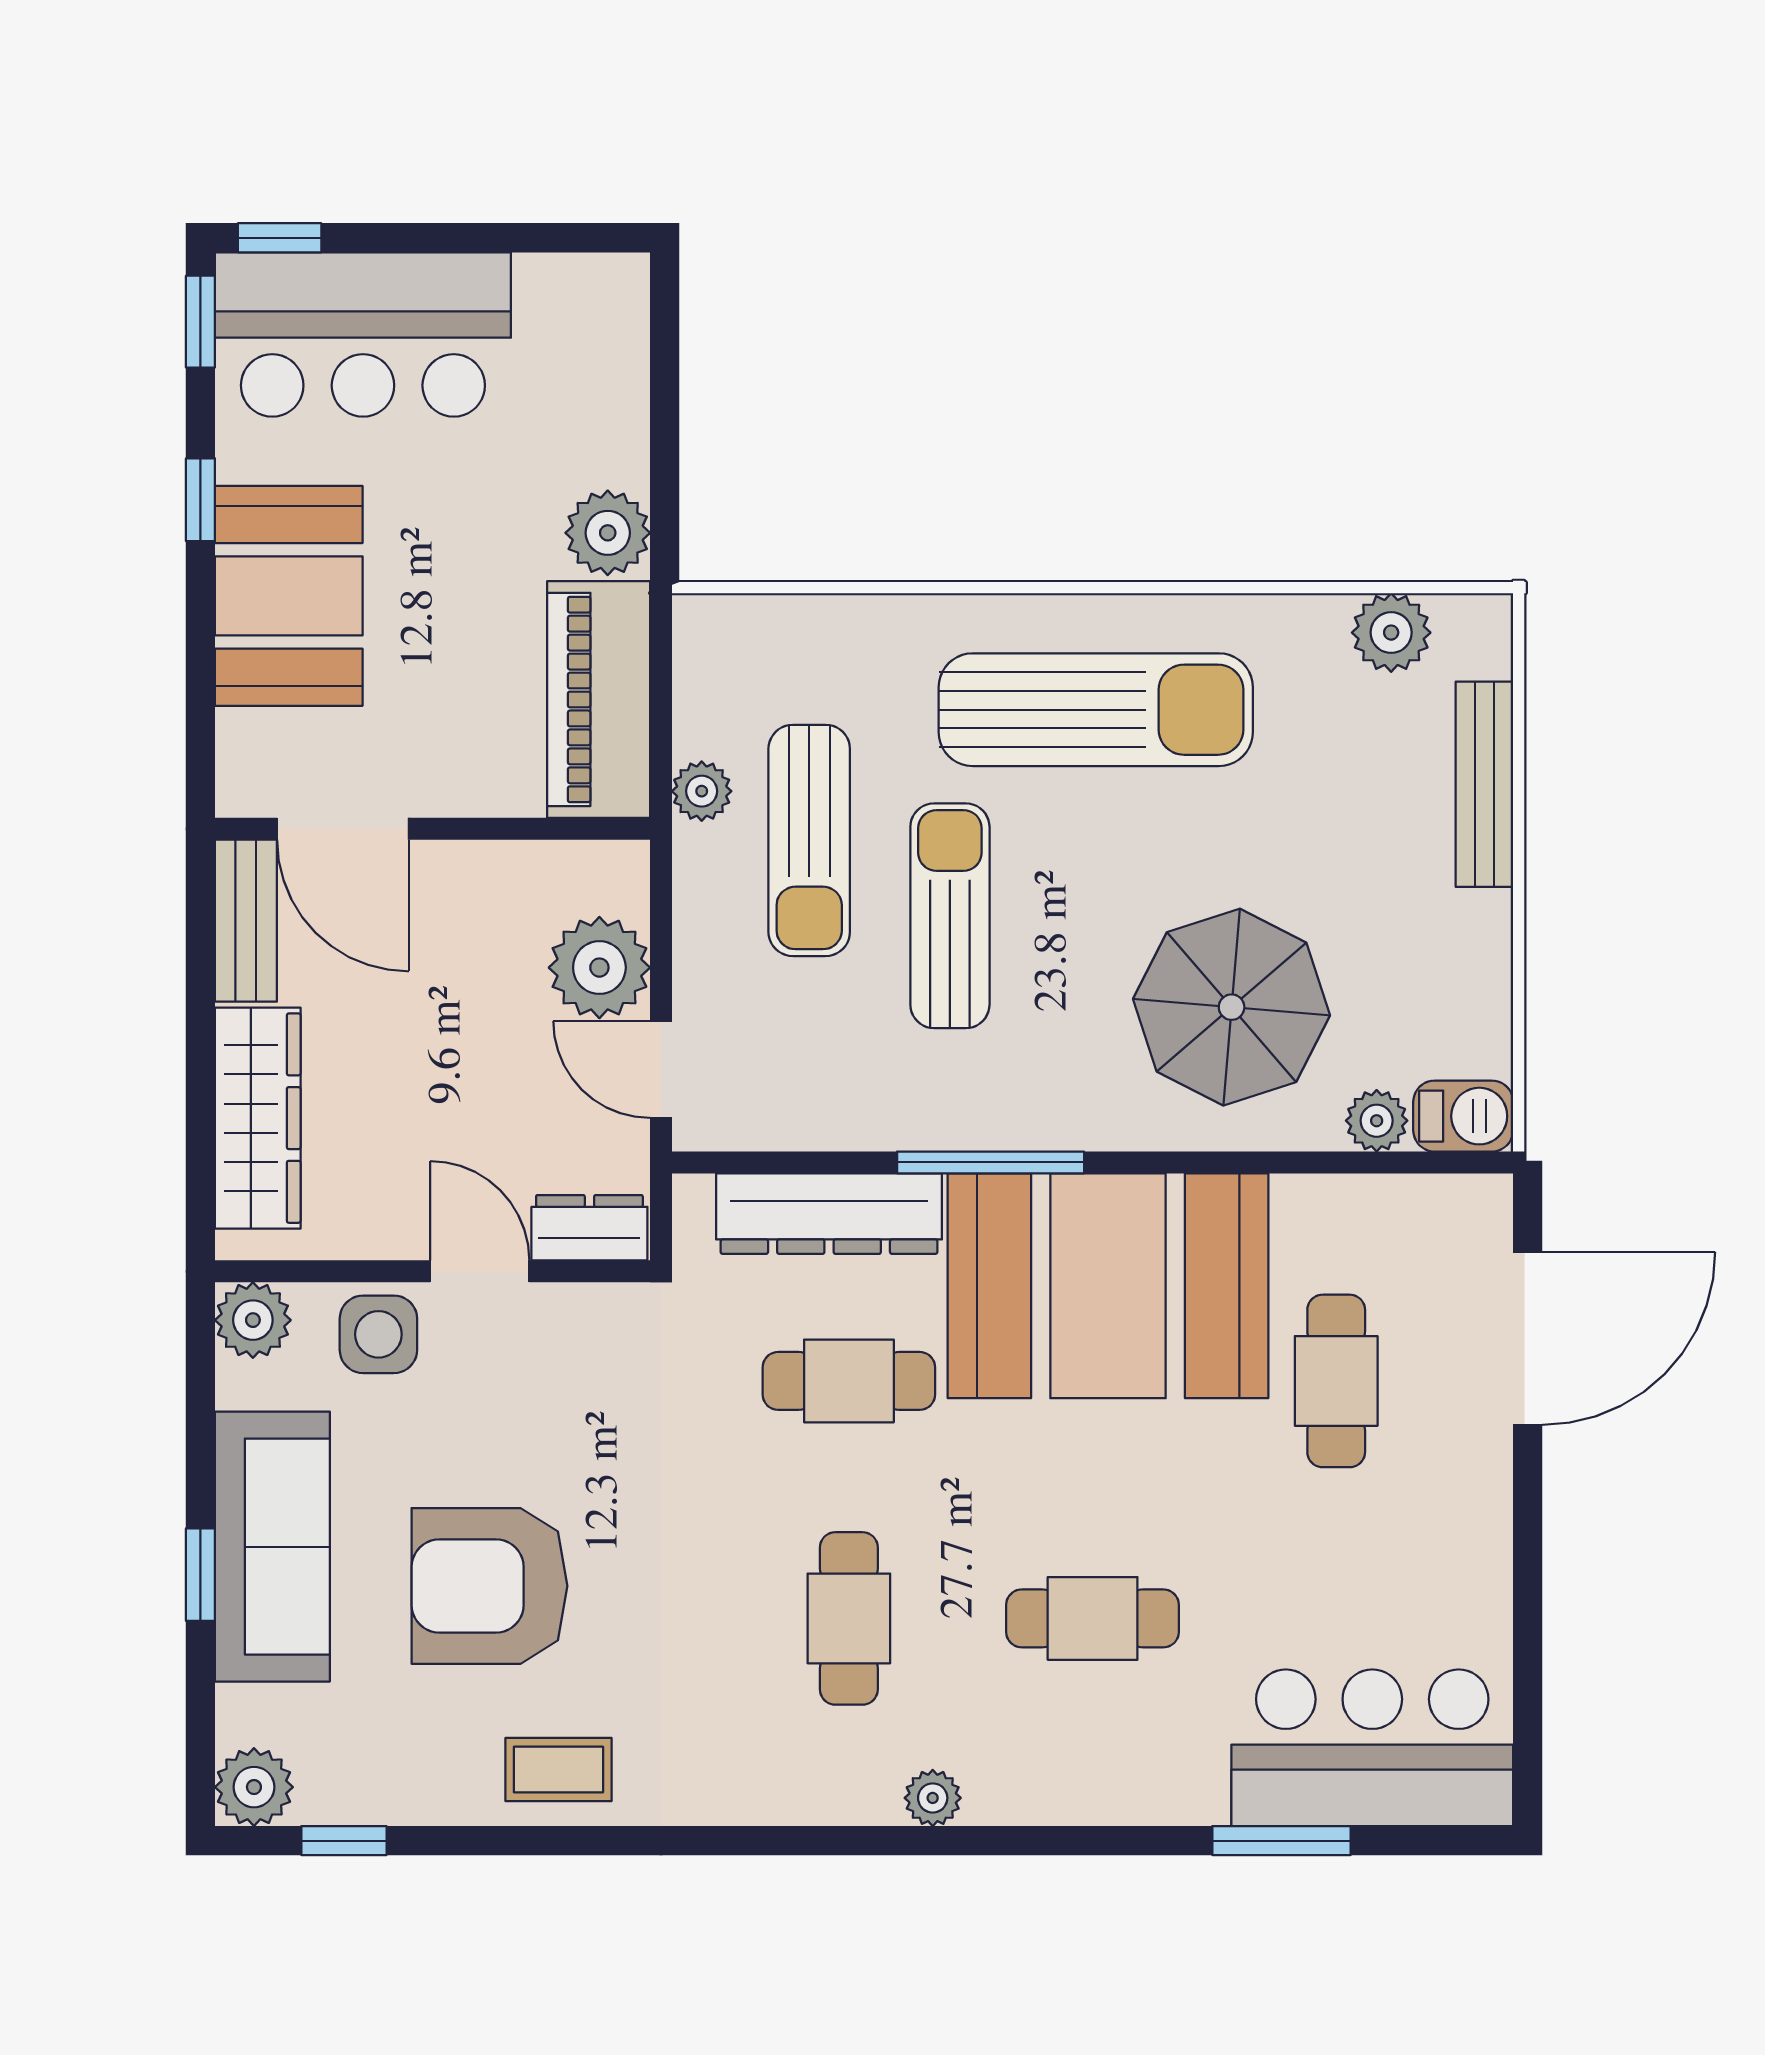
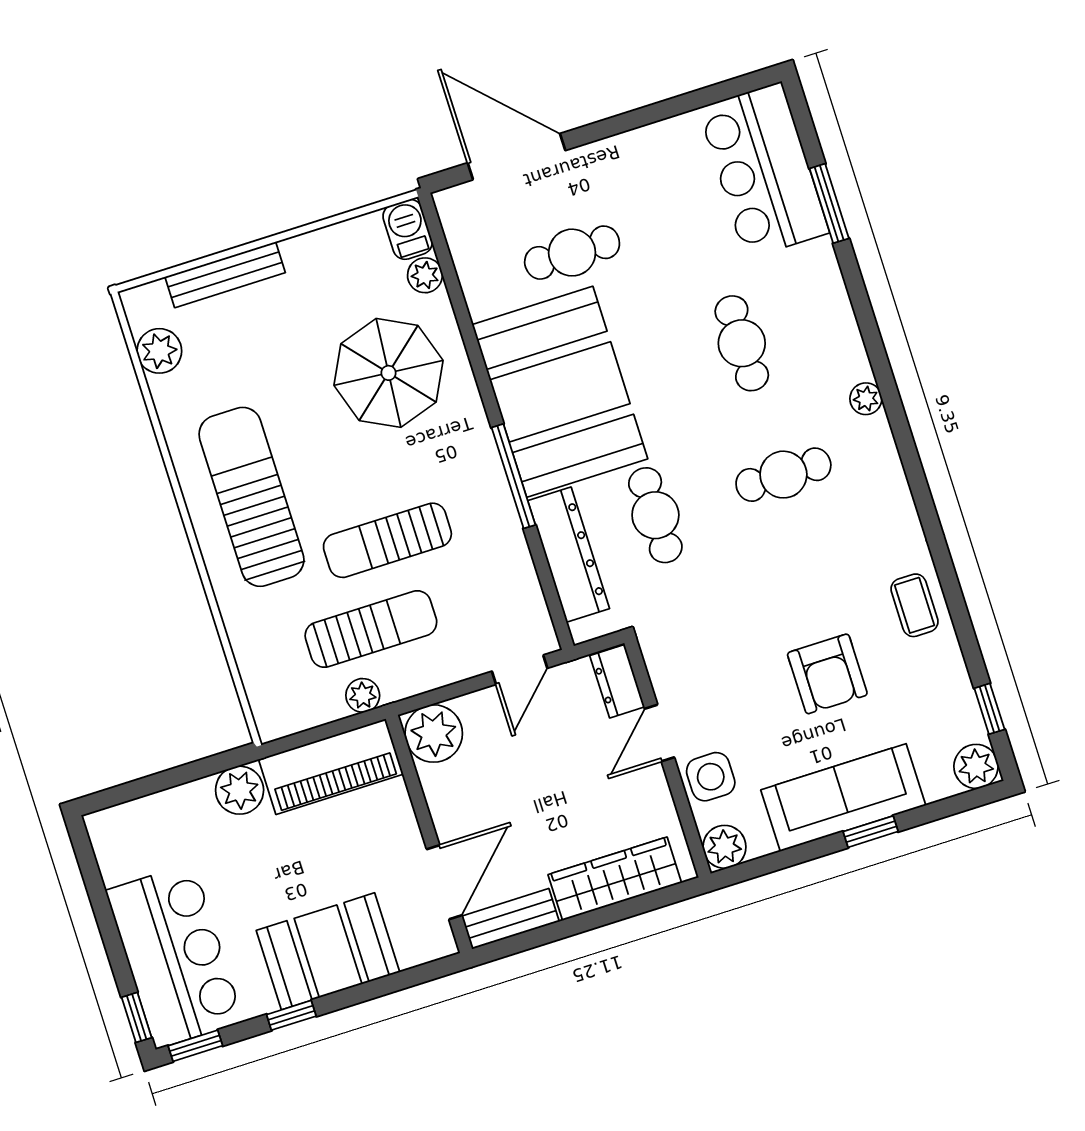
plant: (599, 968) -> (434, 734), moved
armchair: (489, 1586) -> (827, 674), width x0.73, depth x0.73

